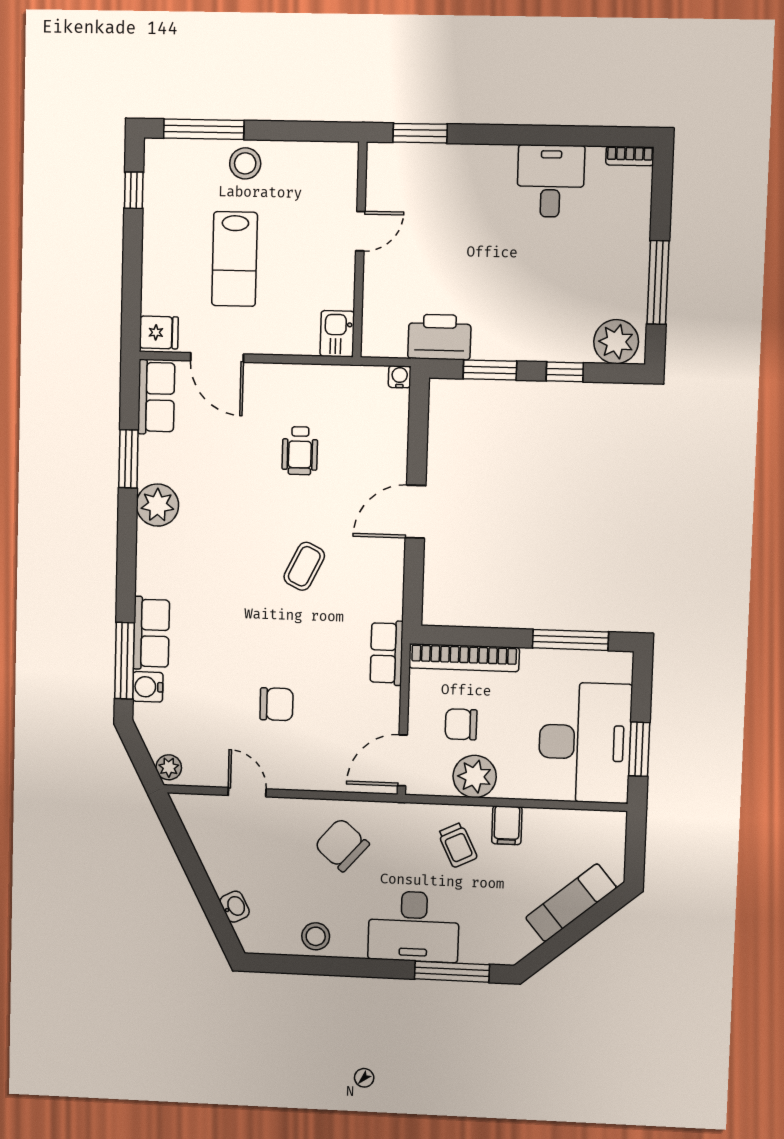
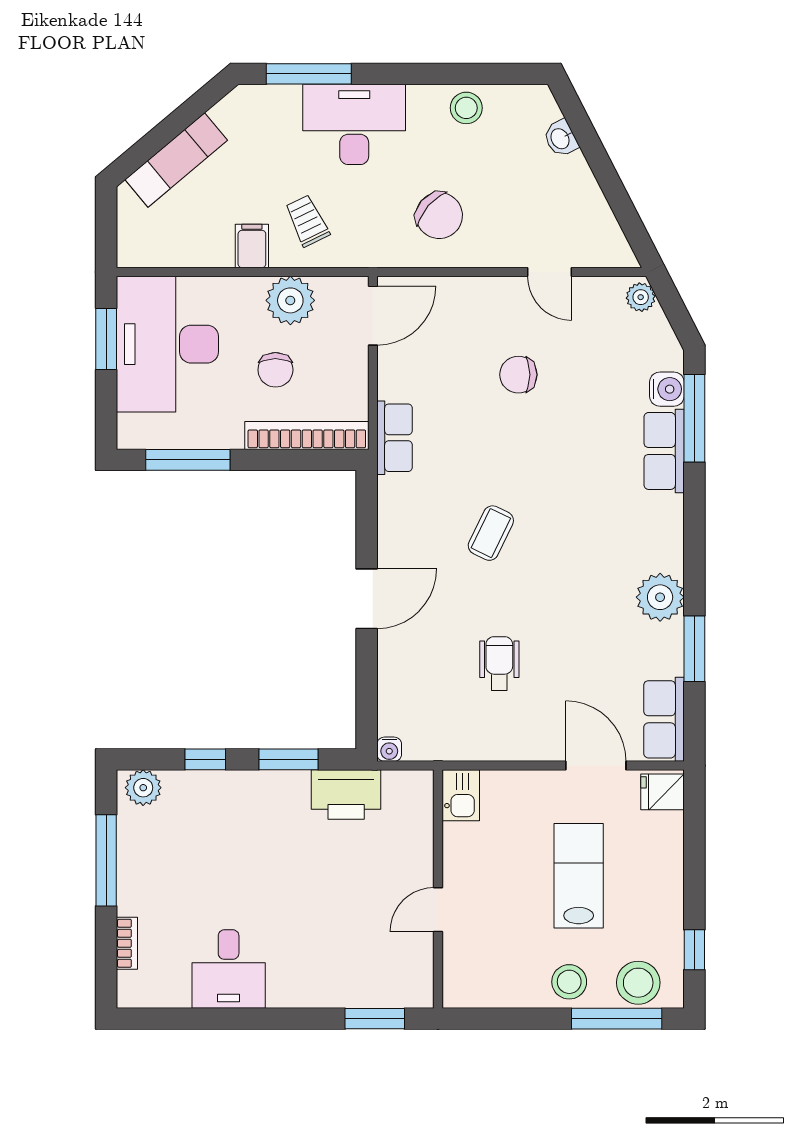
bookcase: (630, 156) -> (127, 943), moved, turned 90
stool: (184, 161) -> (638, 983), added
plant: (616, 342) -> (143, 788), width x0.73, depth x0.73
chair: (461, 724) -> (275, 370), moved, turned 90

